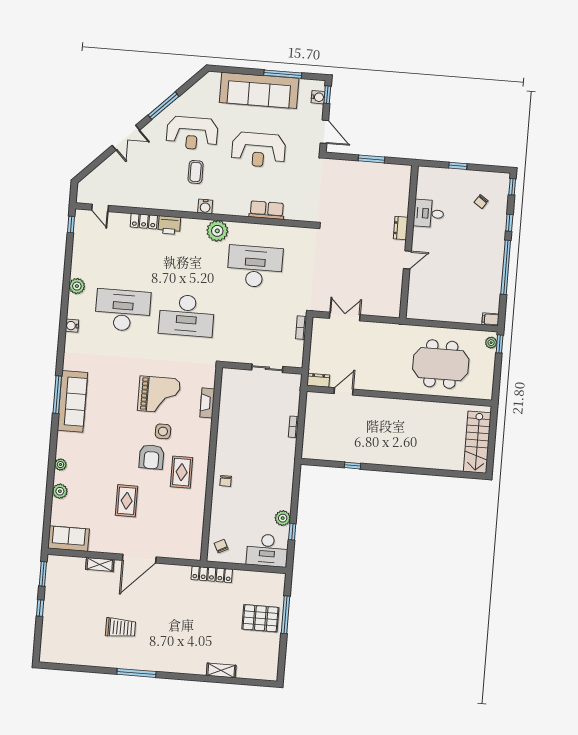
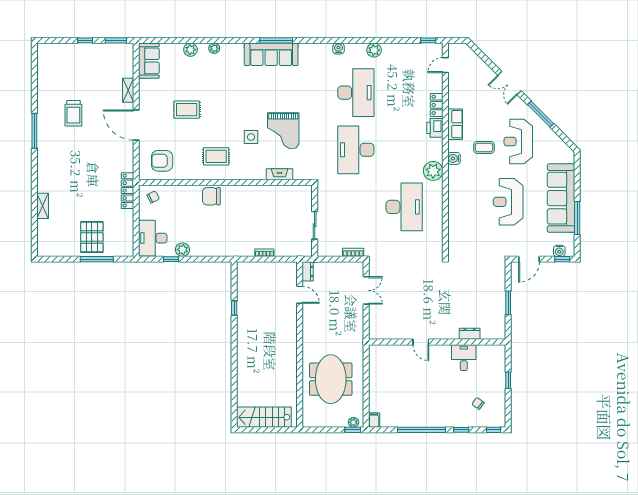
row of seats: (267, 210) -> (455, 124), moved
dresser: (401, 228) -> (470, 334), moved
armchair: (151, 457) -> (162, 161), moved
chair: (226, 481) -> (211, 196), width x1.87, depth x1.87

